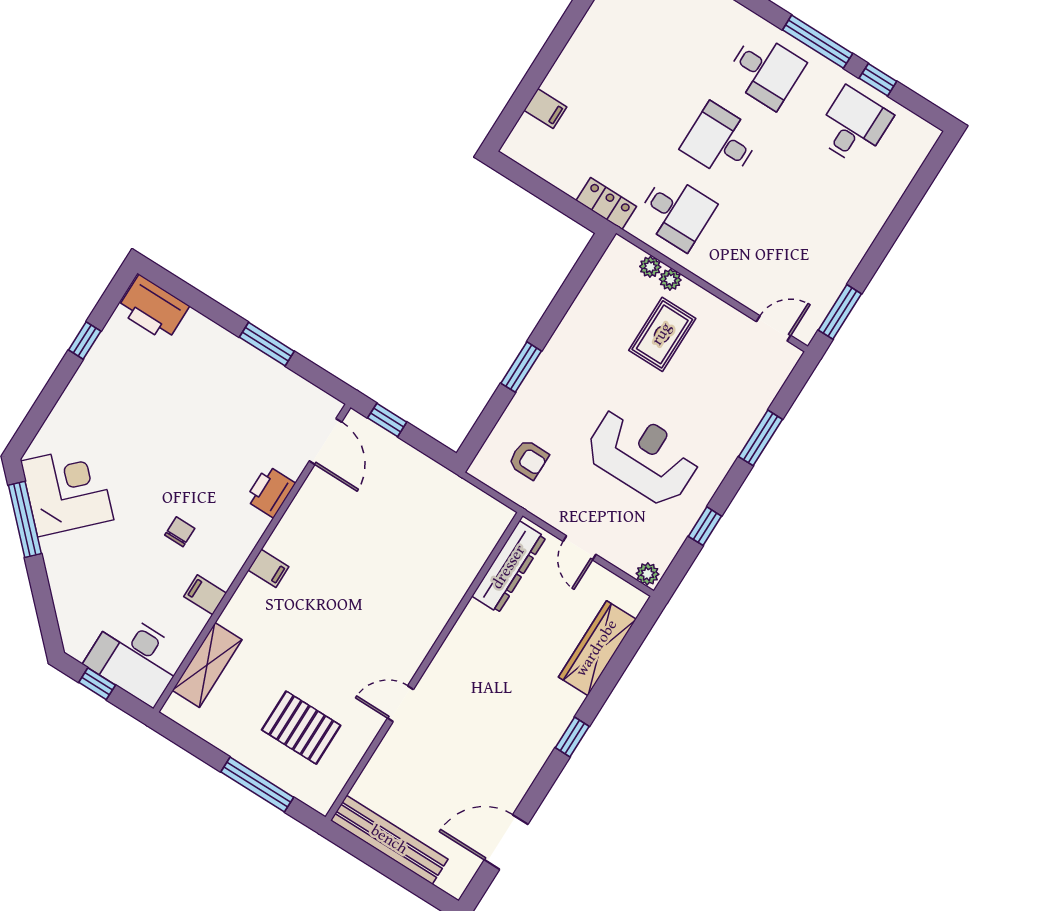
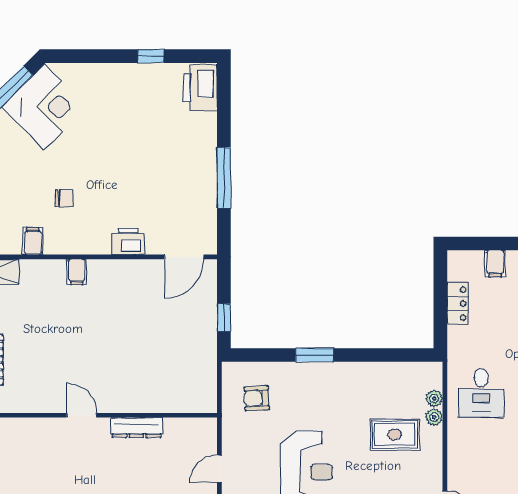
locker: (606, 204) -> (458, 304), moved
window: (267, 344) -> (224, 178), width x1.44
window: (387, 420) -> (224, 318), moved
armchair: (529, 459) -> (257, 398), turned 87
dresser: (509, 567) -> (136, 427), moved, width x0.73, depth x0.80
door: (400, 704) -> (82, 415), moved

